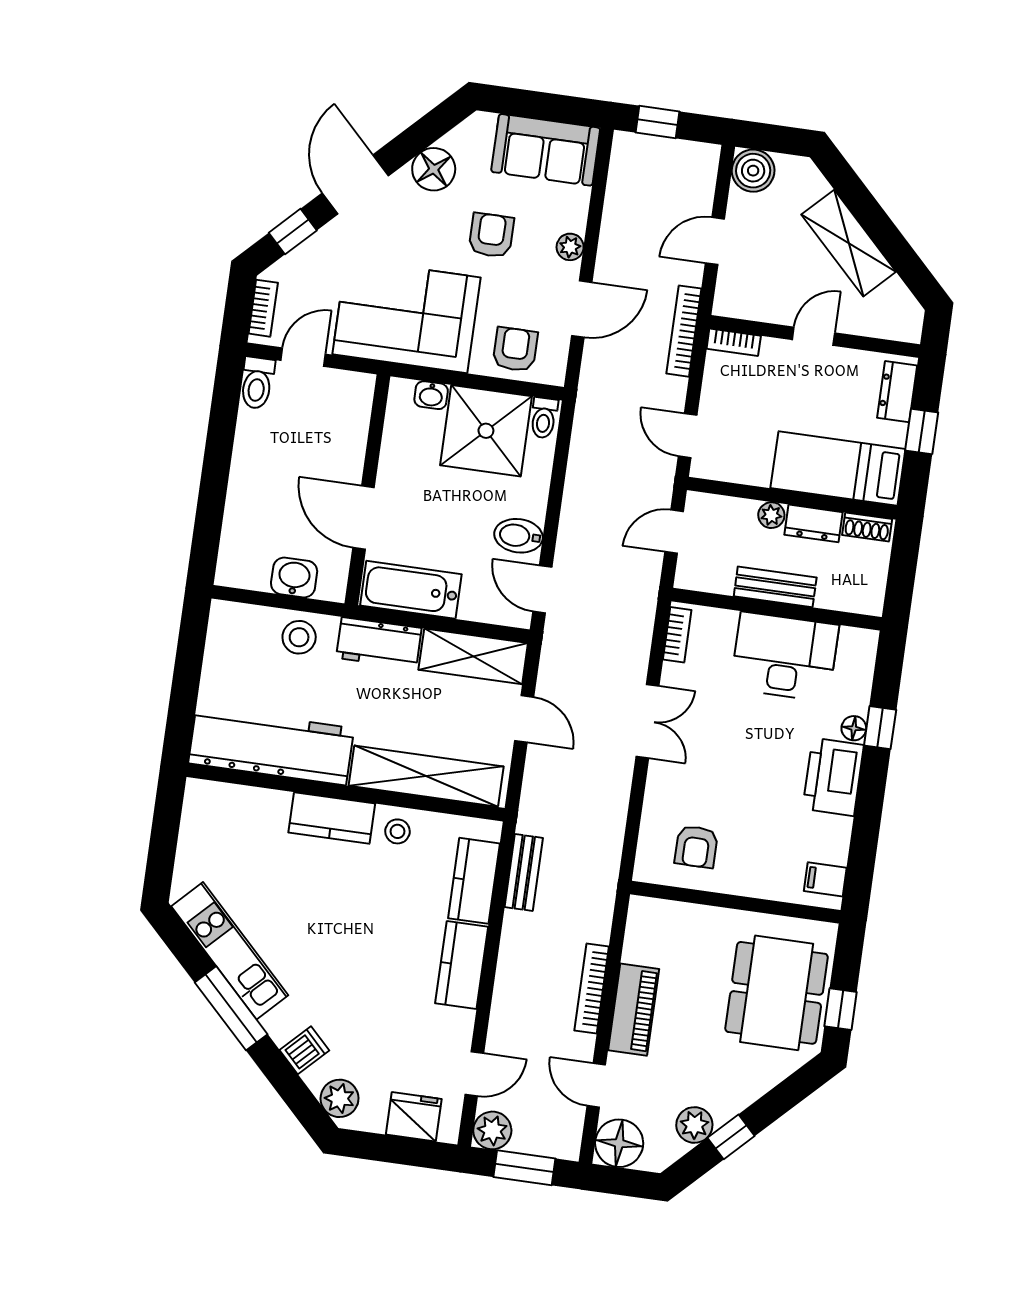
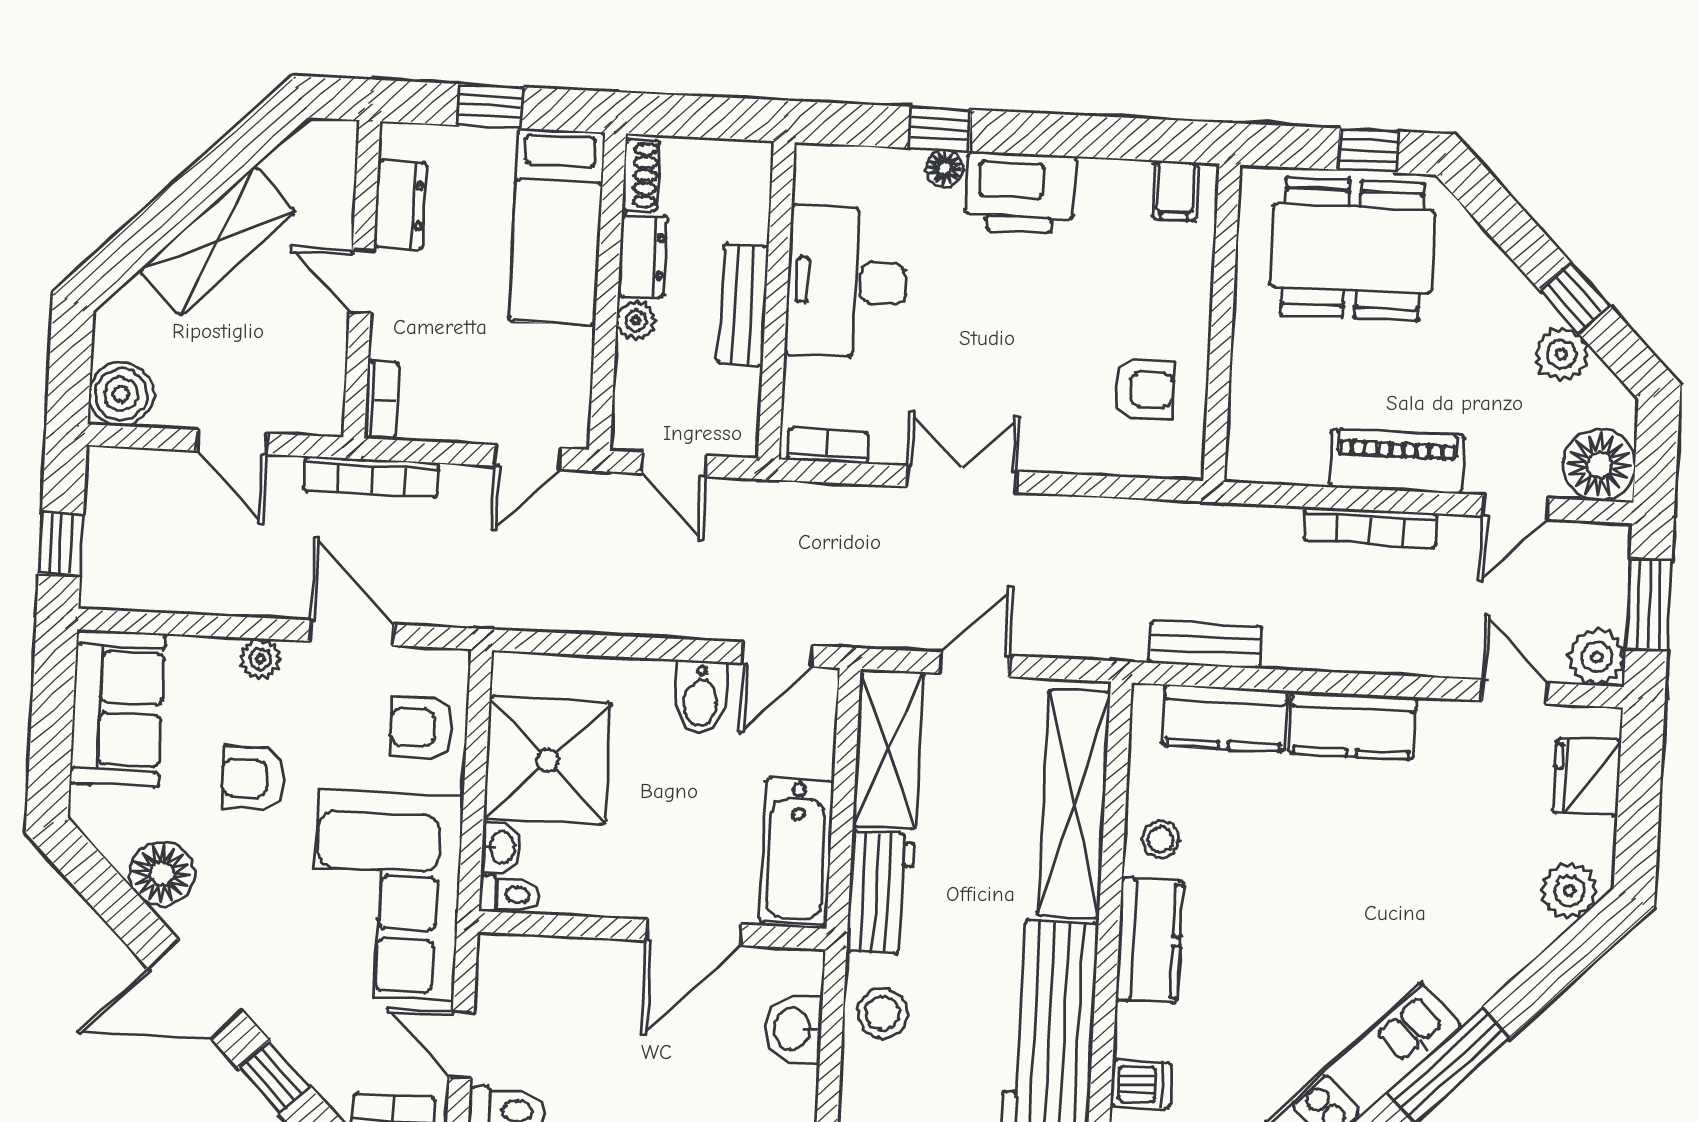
dresser: (897, 392) -> (400, 205), moved, turned -90
toilet: (544, 418) -> (509, 894), moved
dishwasher: (304, 1050) -> (1141, 1084), moved, turned 135

